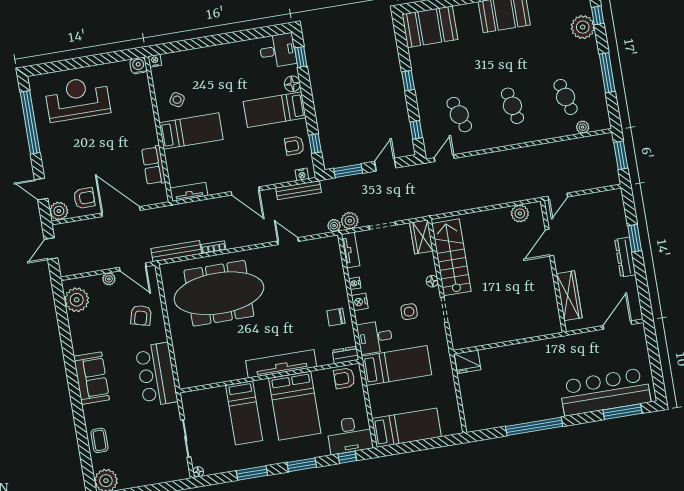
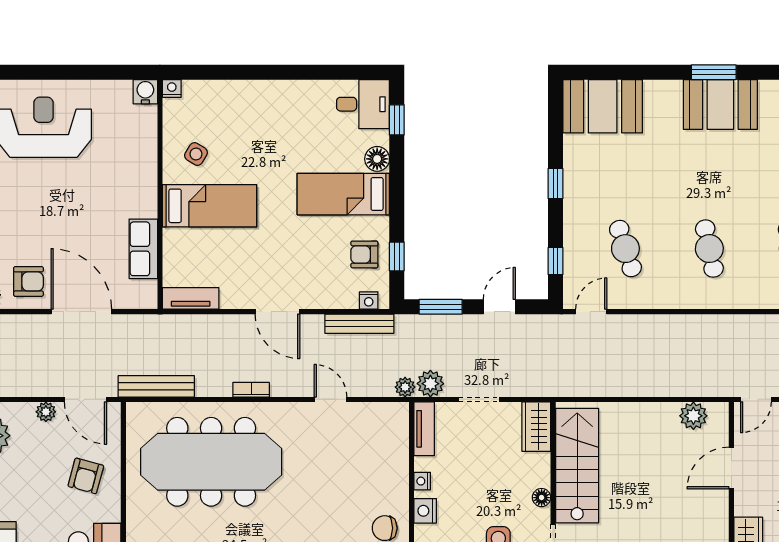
bookcase: (214, 247) -> (251, 390), moved

